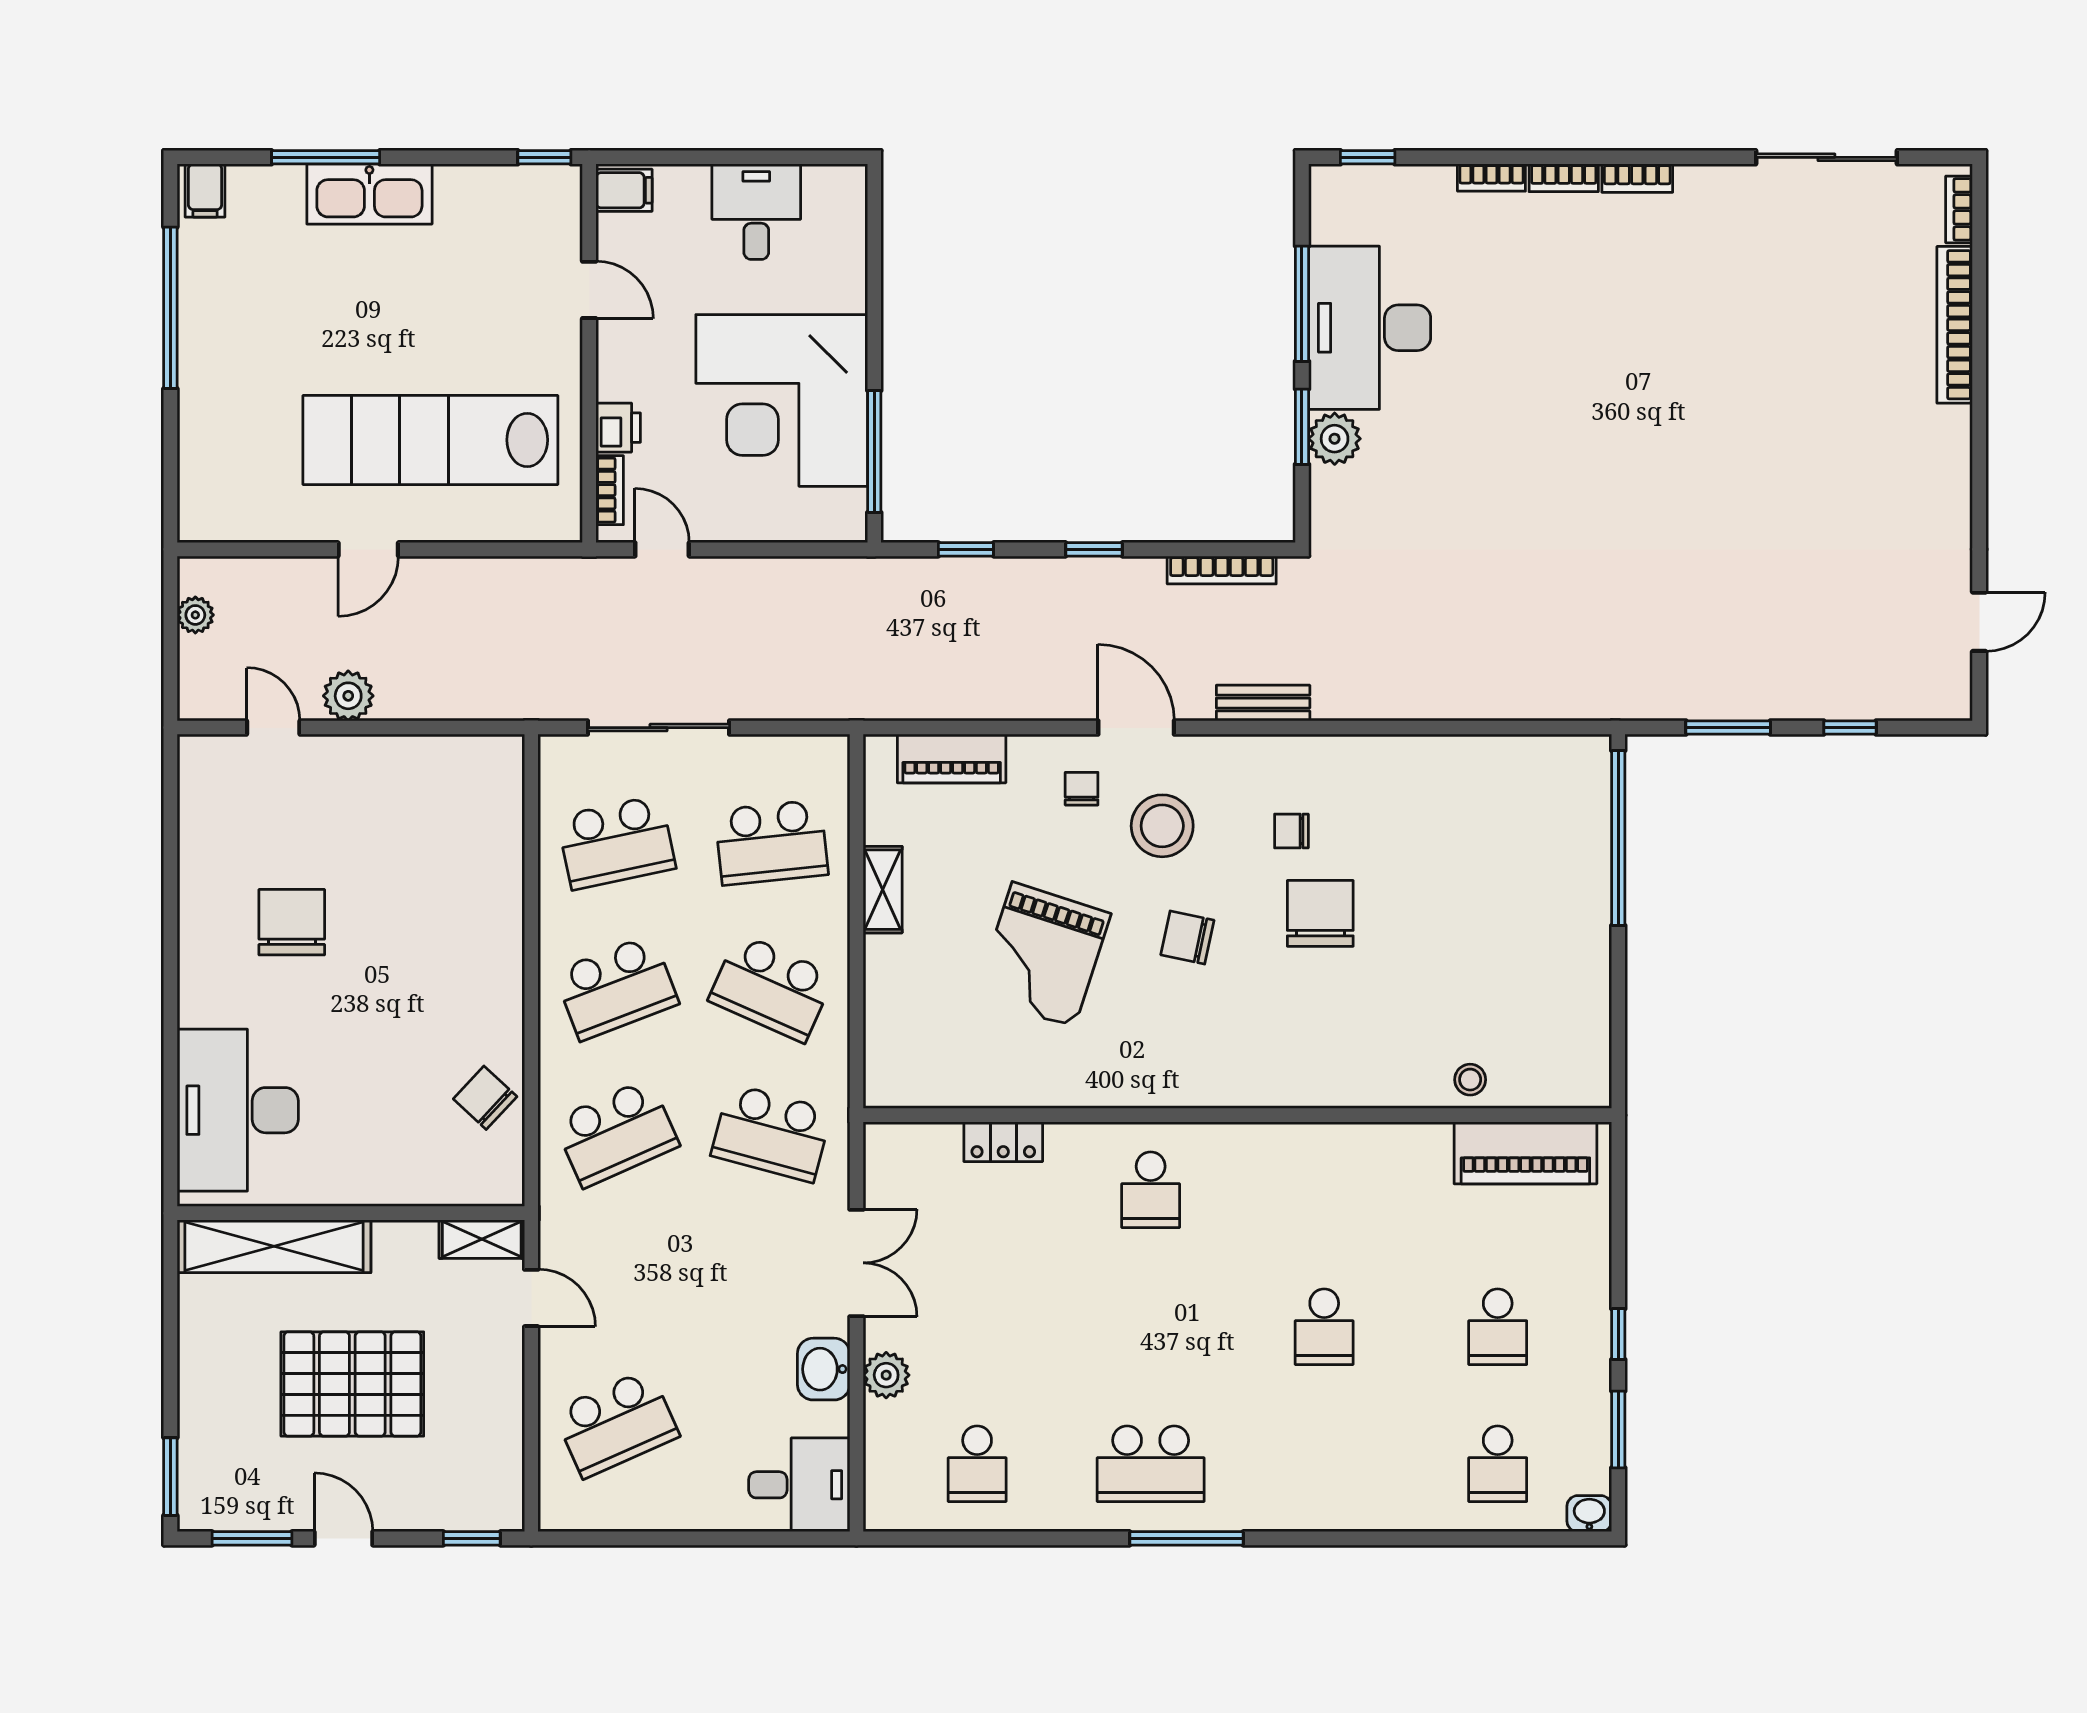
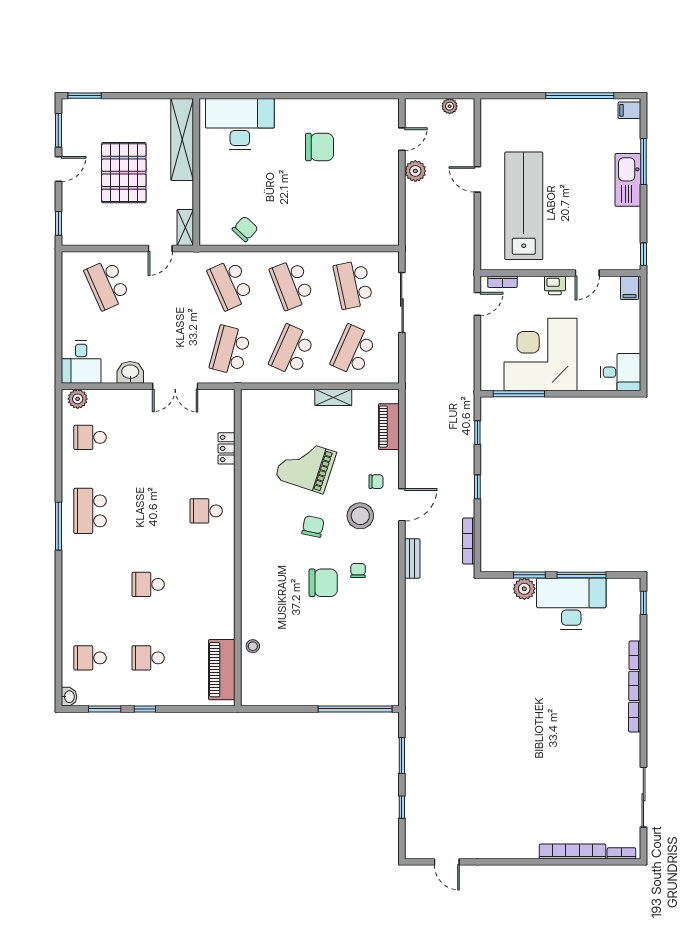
desk: (756, 212) -> (620, 372), moved
printer: (618, 428) -> (555, 285), moved
school desk: (771, 842) -> (353, 350), turned 30
plant: (886, 1375) -> (78, 399), moved

